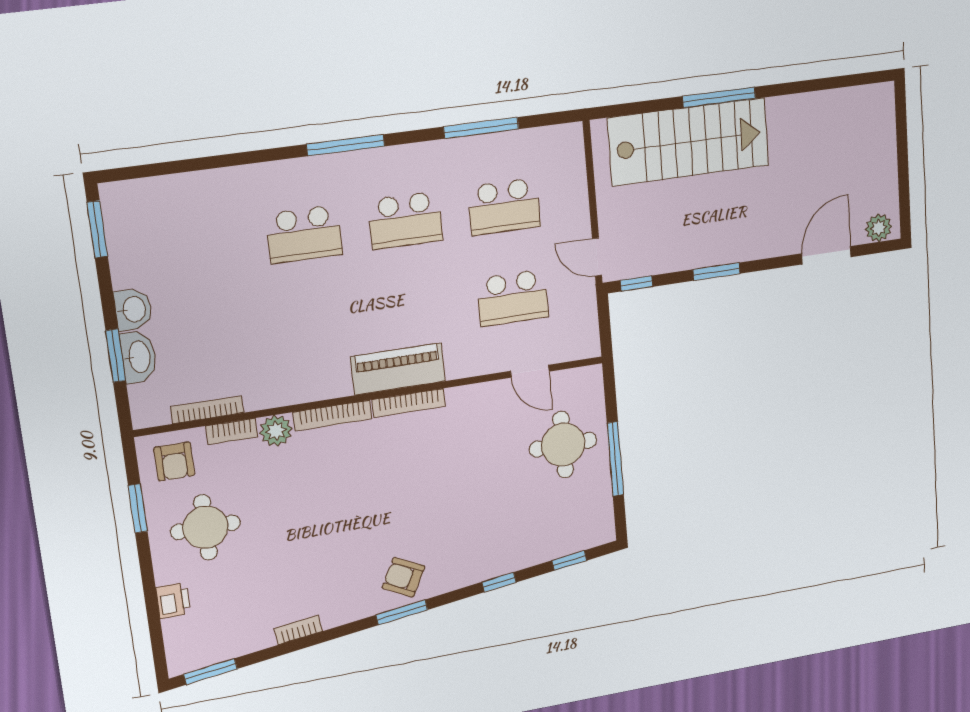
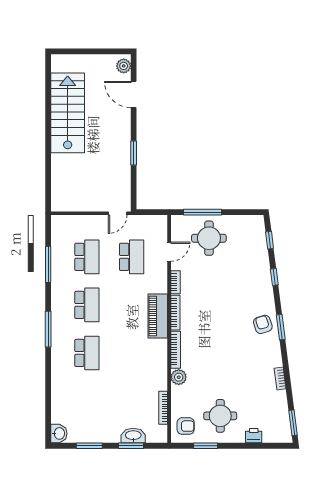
window: (719, 97) -> (48, 146), removed
stairs: (689, 142) -> (68, 113), moved
window: (97, 229) -> (89, 446), moved
window: (637, 284) -> (134, 194), removed
washbasin: (133, 309) -> (59, 433), moved, turned 90
bookcase: (232, 431) -> (176, 282), moved
window: (615, 459) -> (203, 212), moved
armchair: (403, 577) -> (263, 324), turned 135

